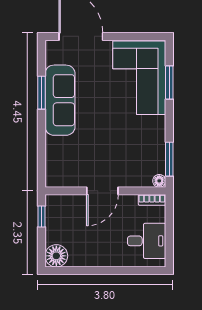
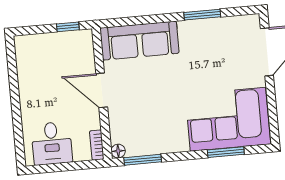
sofa: (60, 100) -> (140, 41), moved
floor lamp: (56, 256) -> (27, 47), removed

